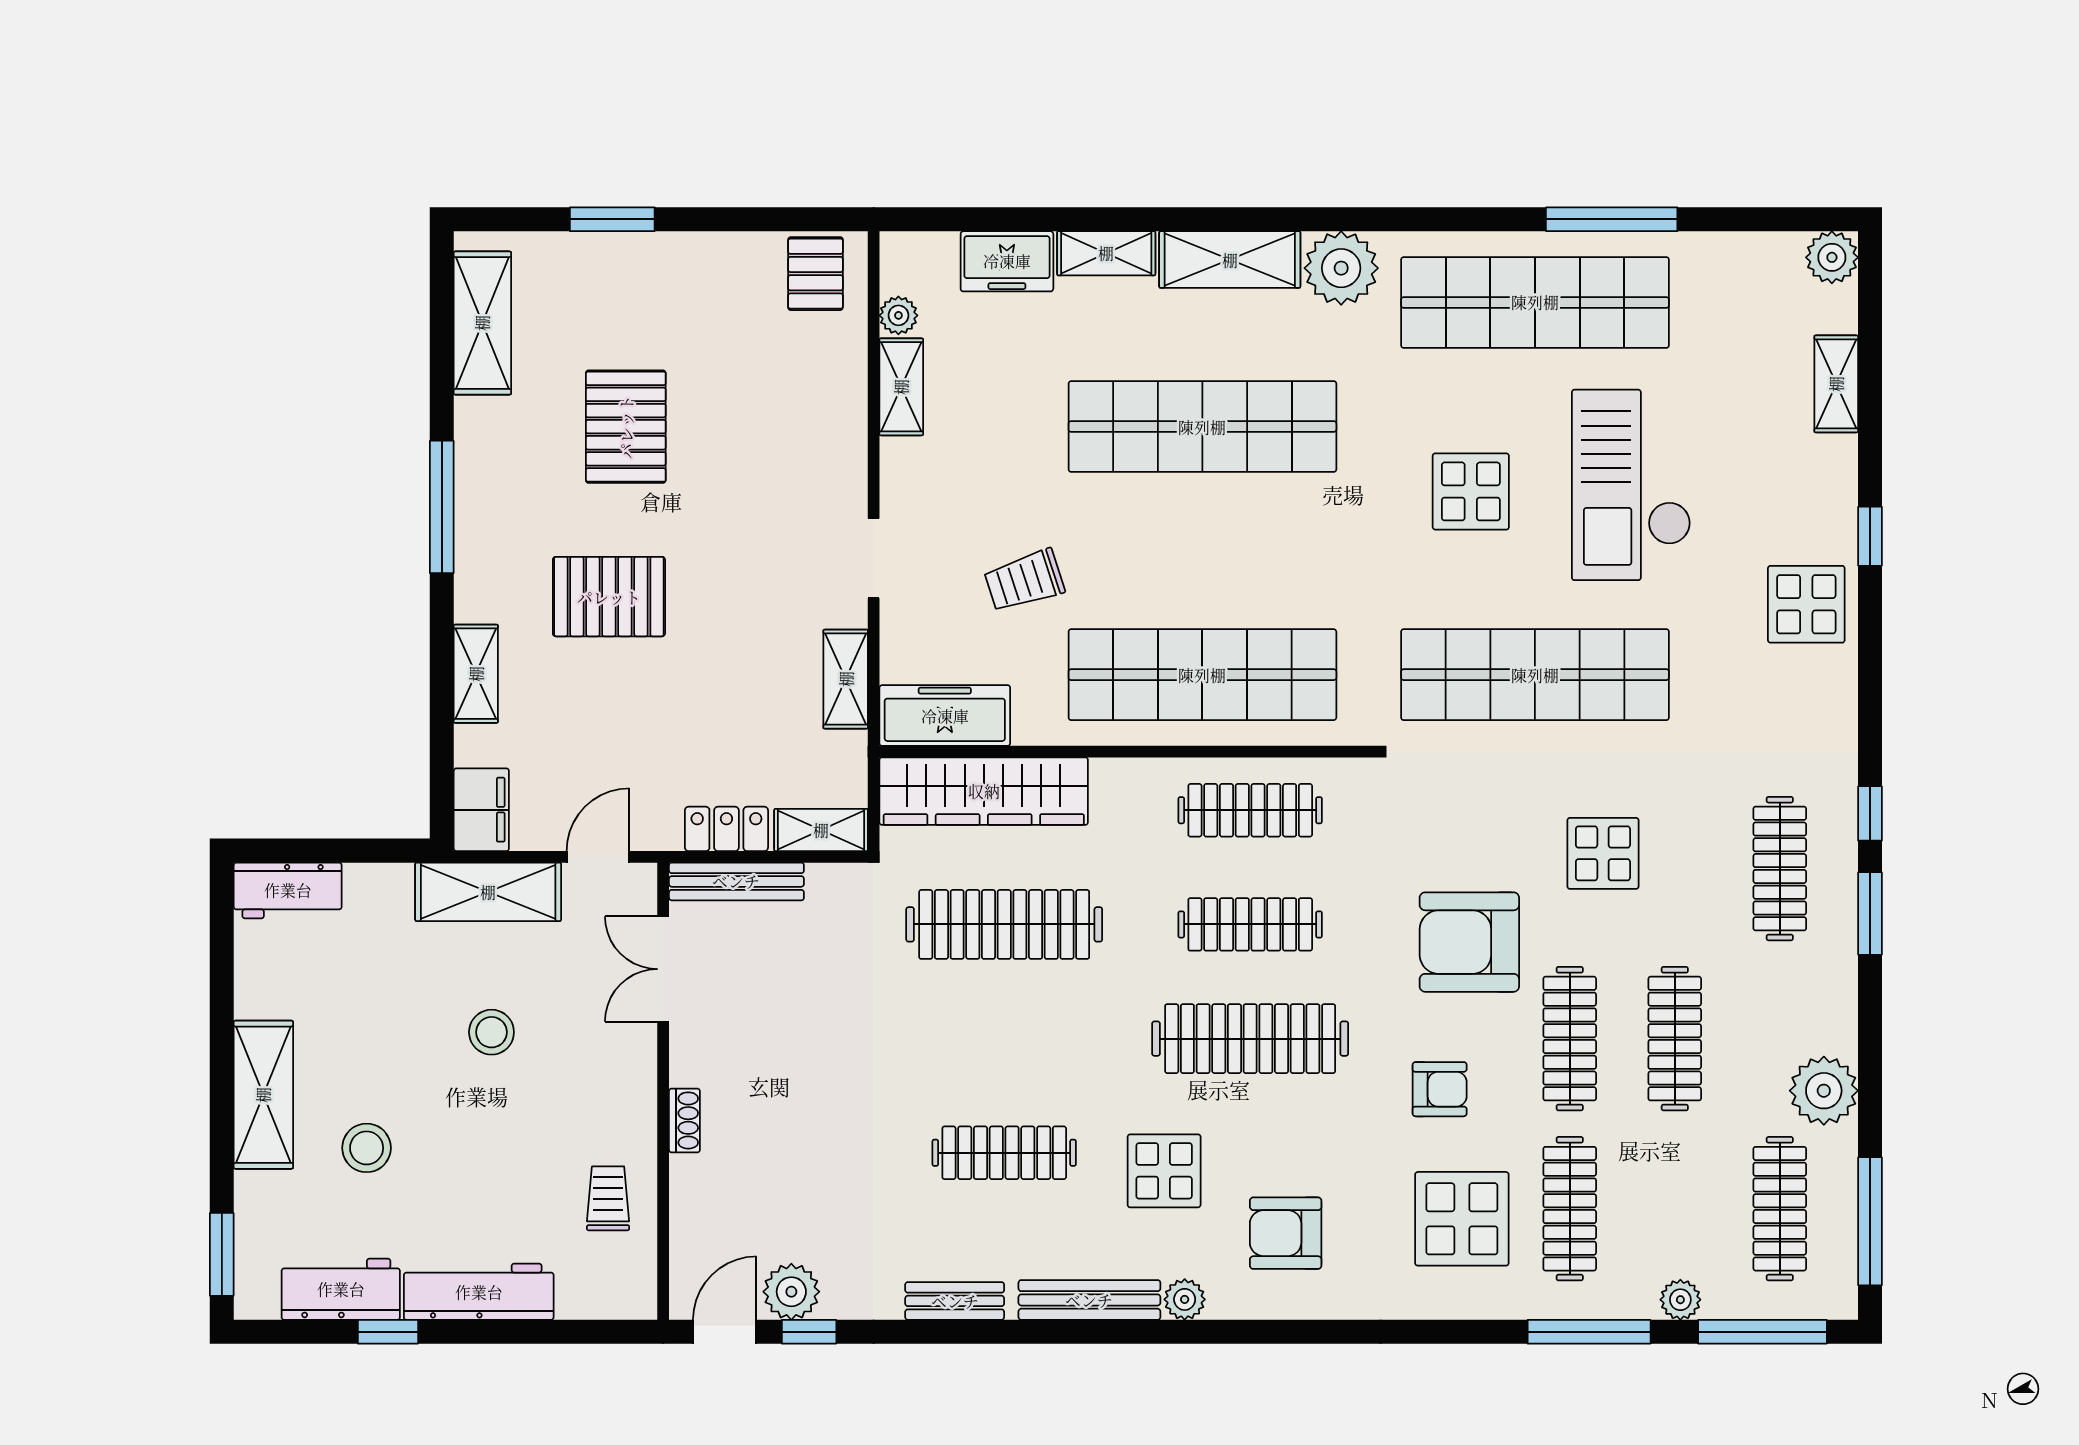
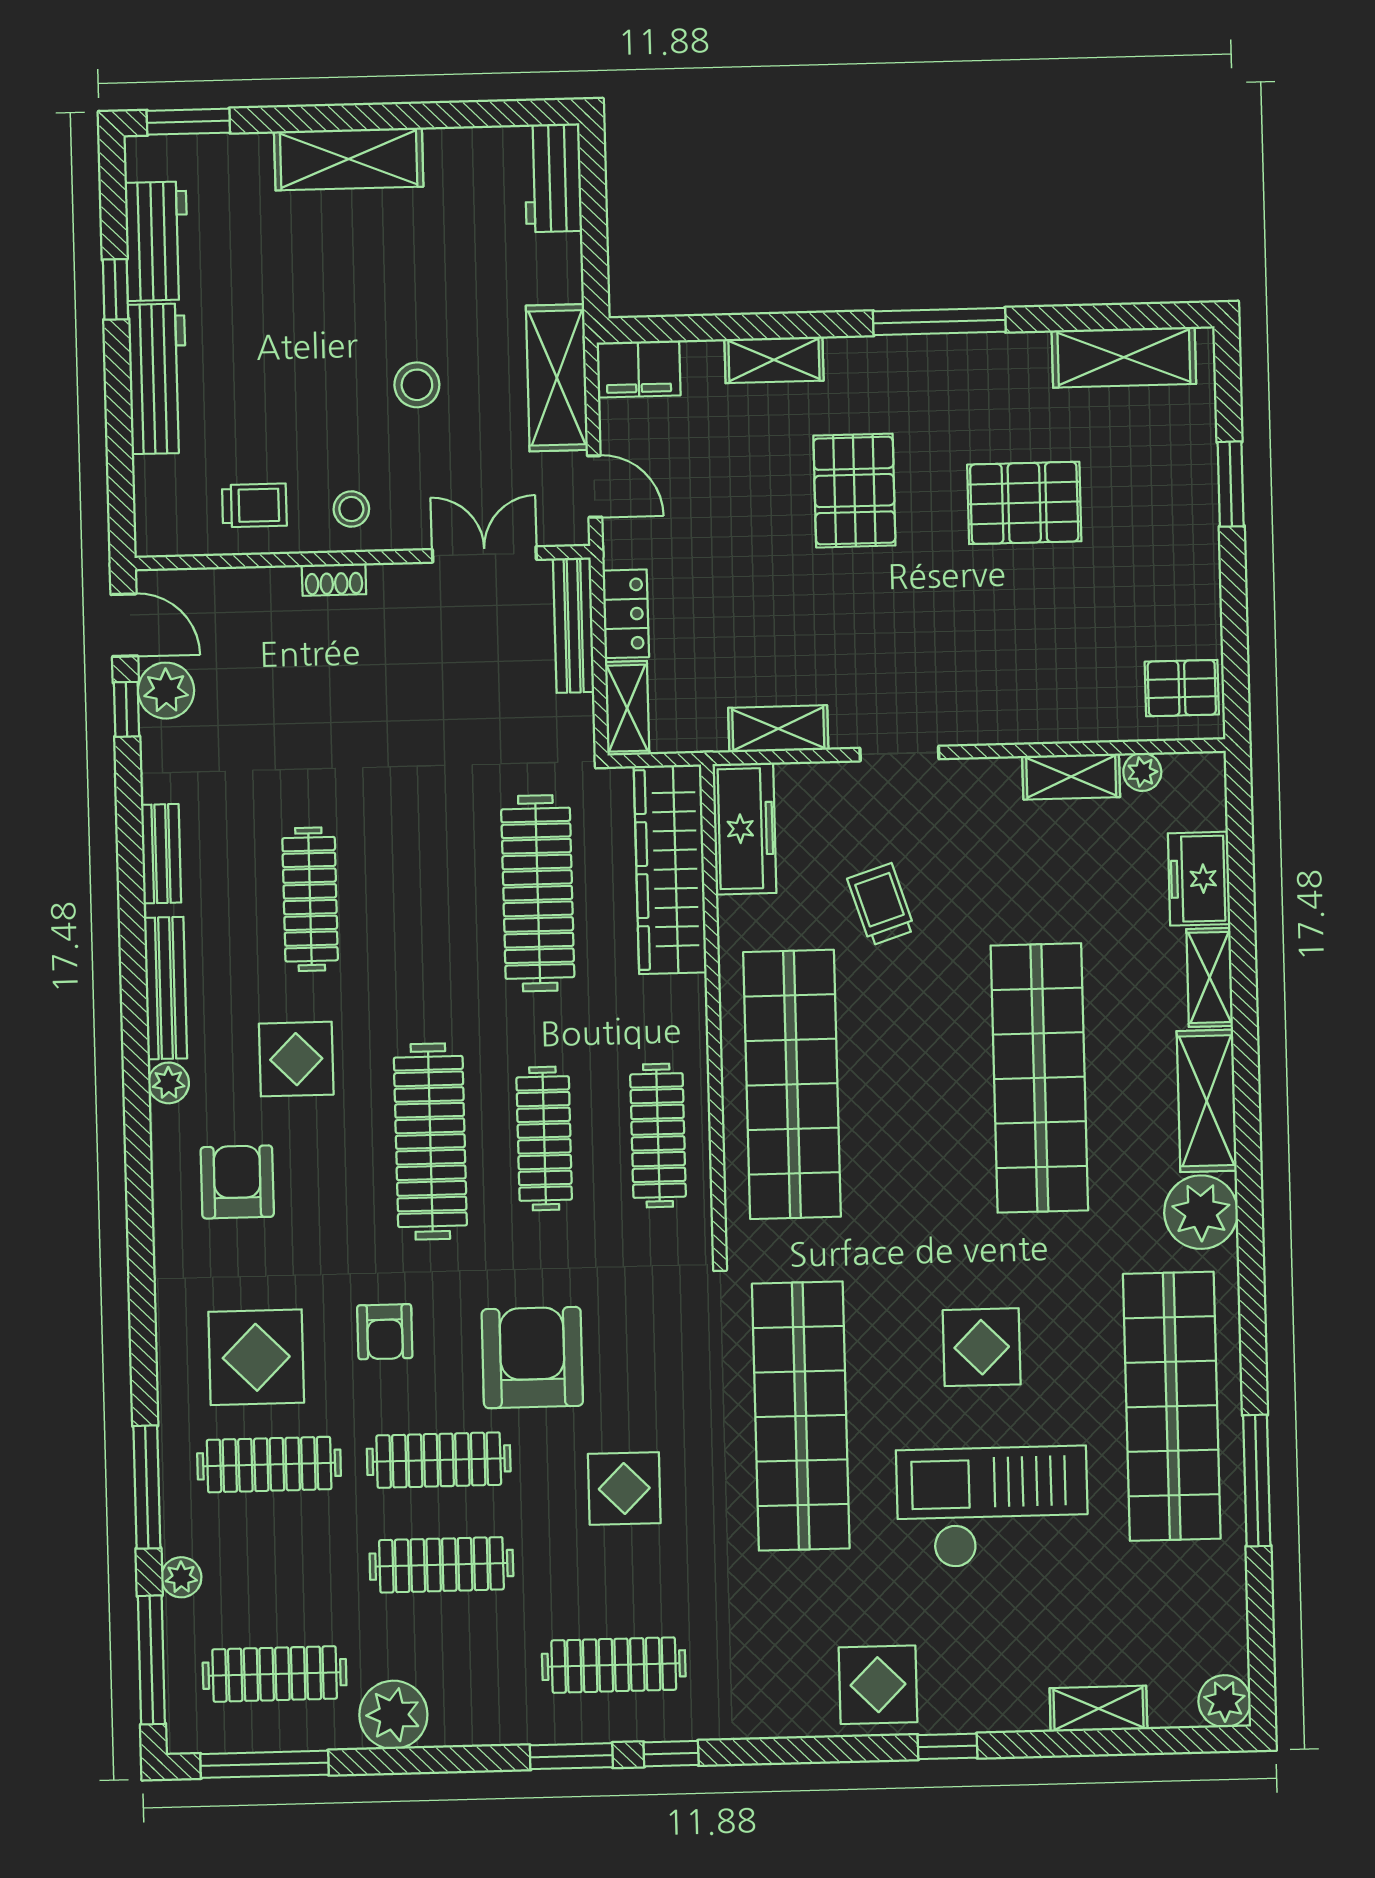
stool: (367, 1148) -> (351, 509), moved, width x0.73, depth x0.73

